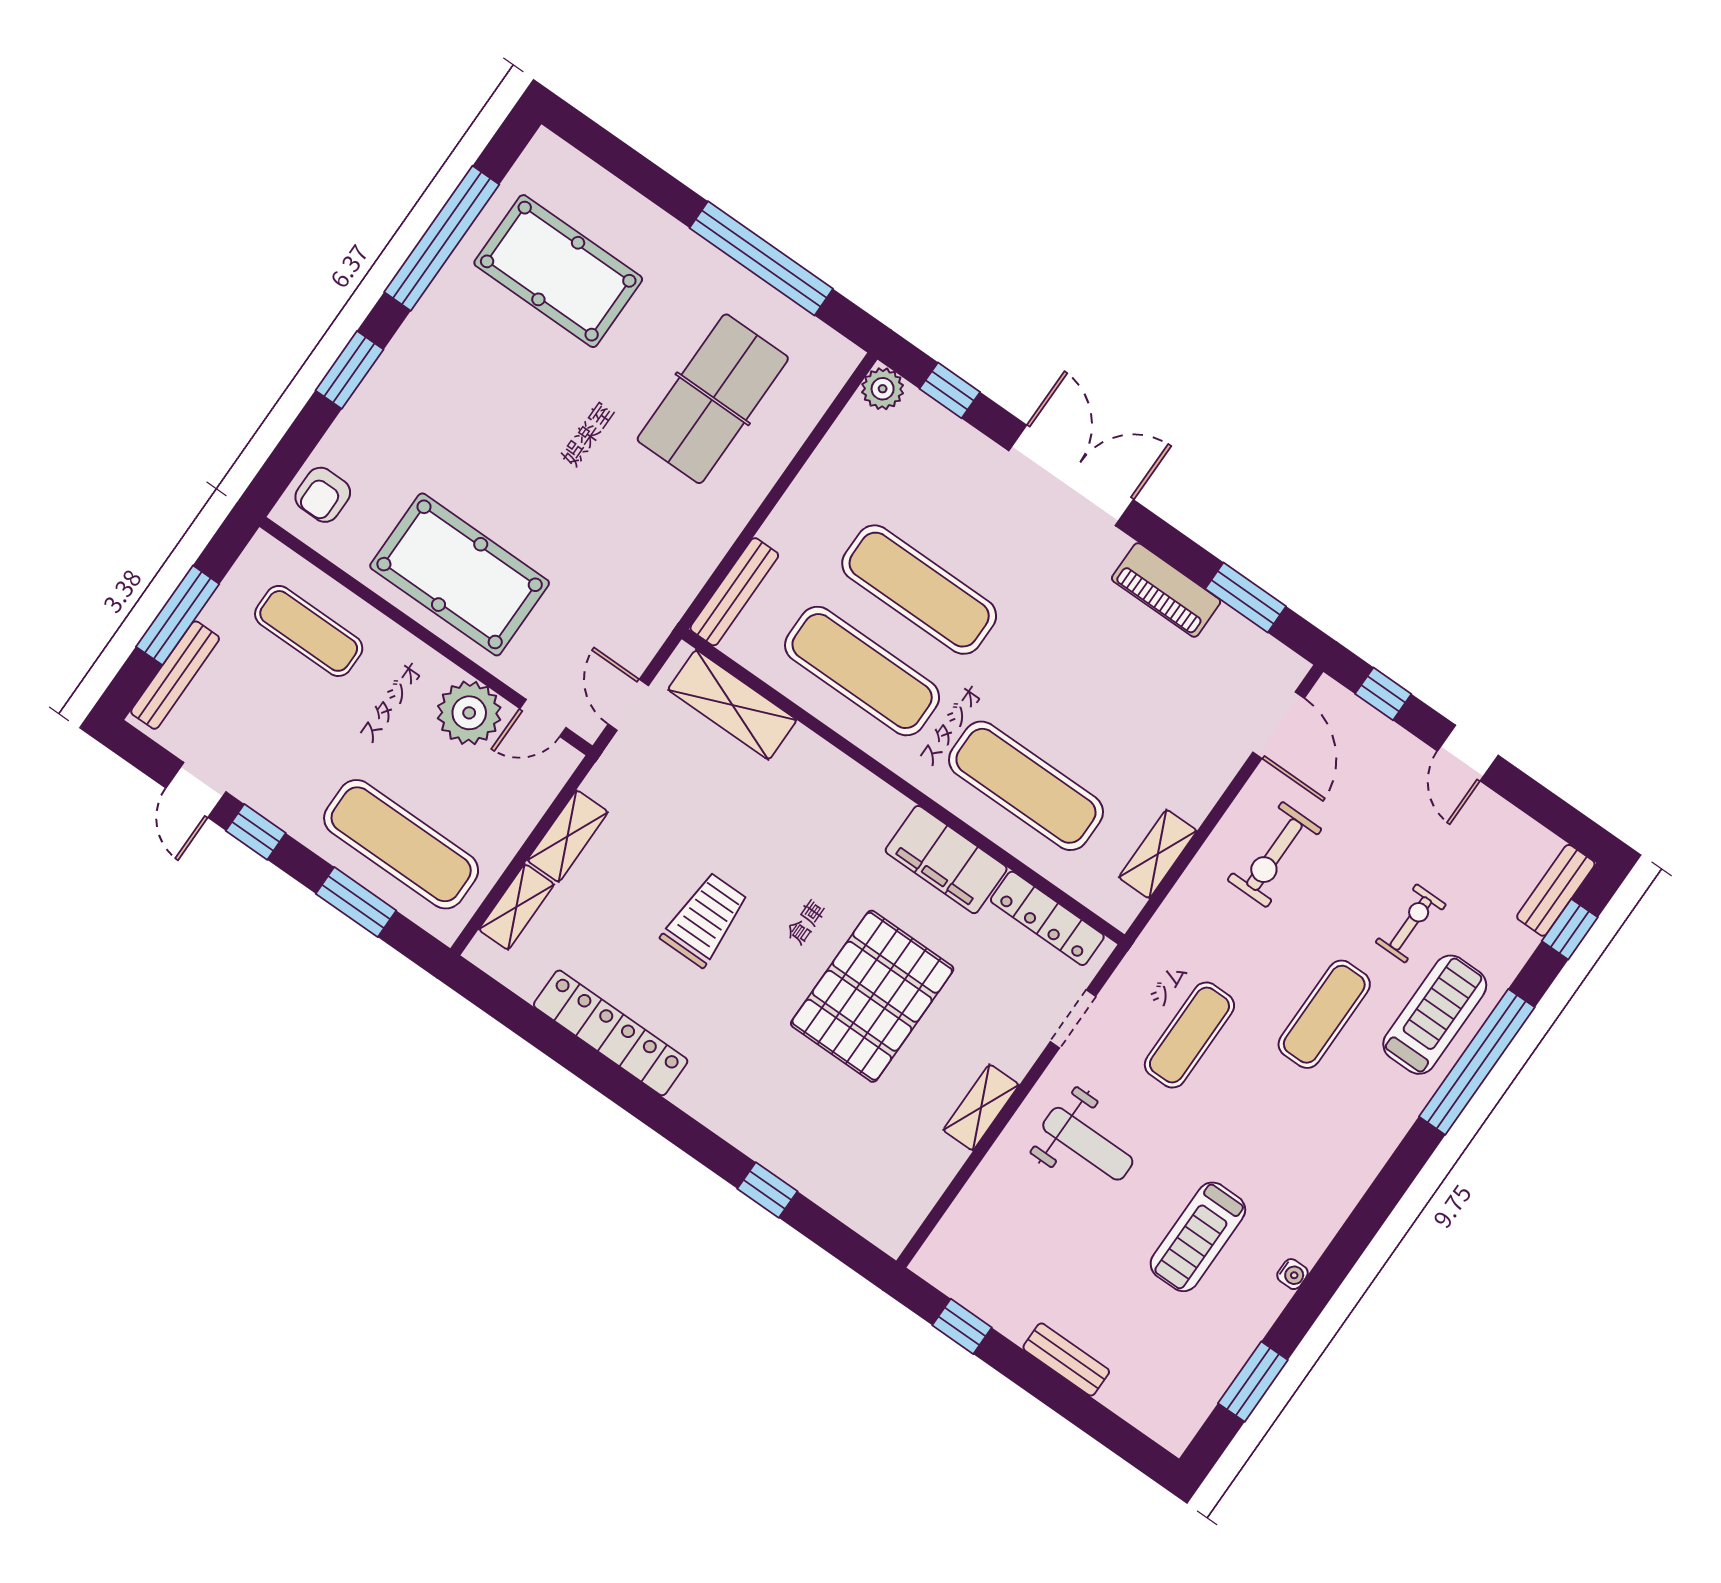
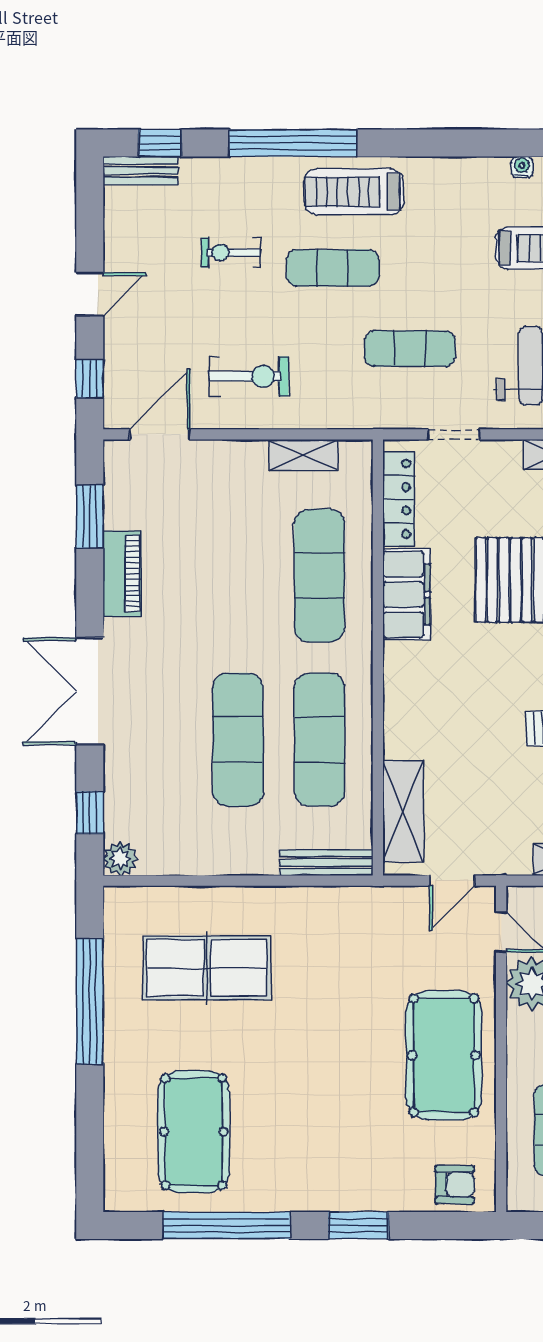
treadmill: (1435, 1015) -> (354, 192), moved

